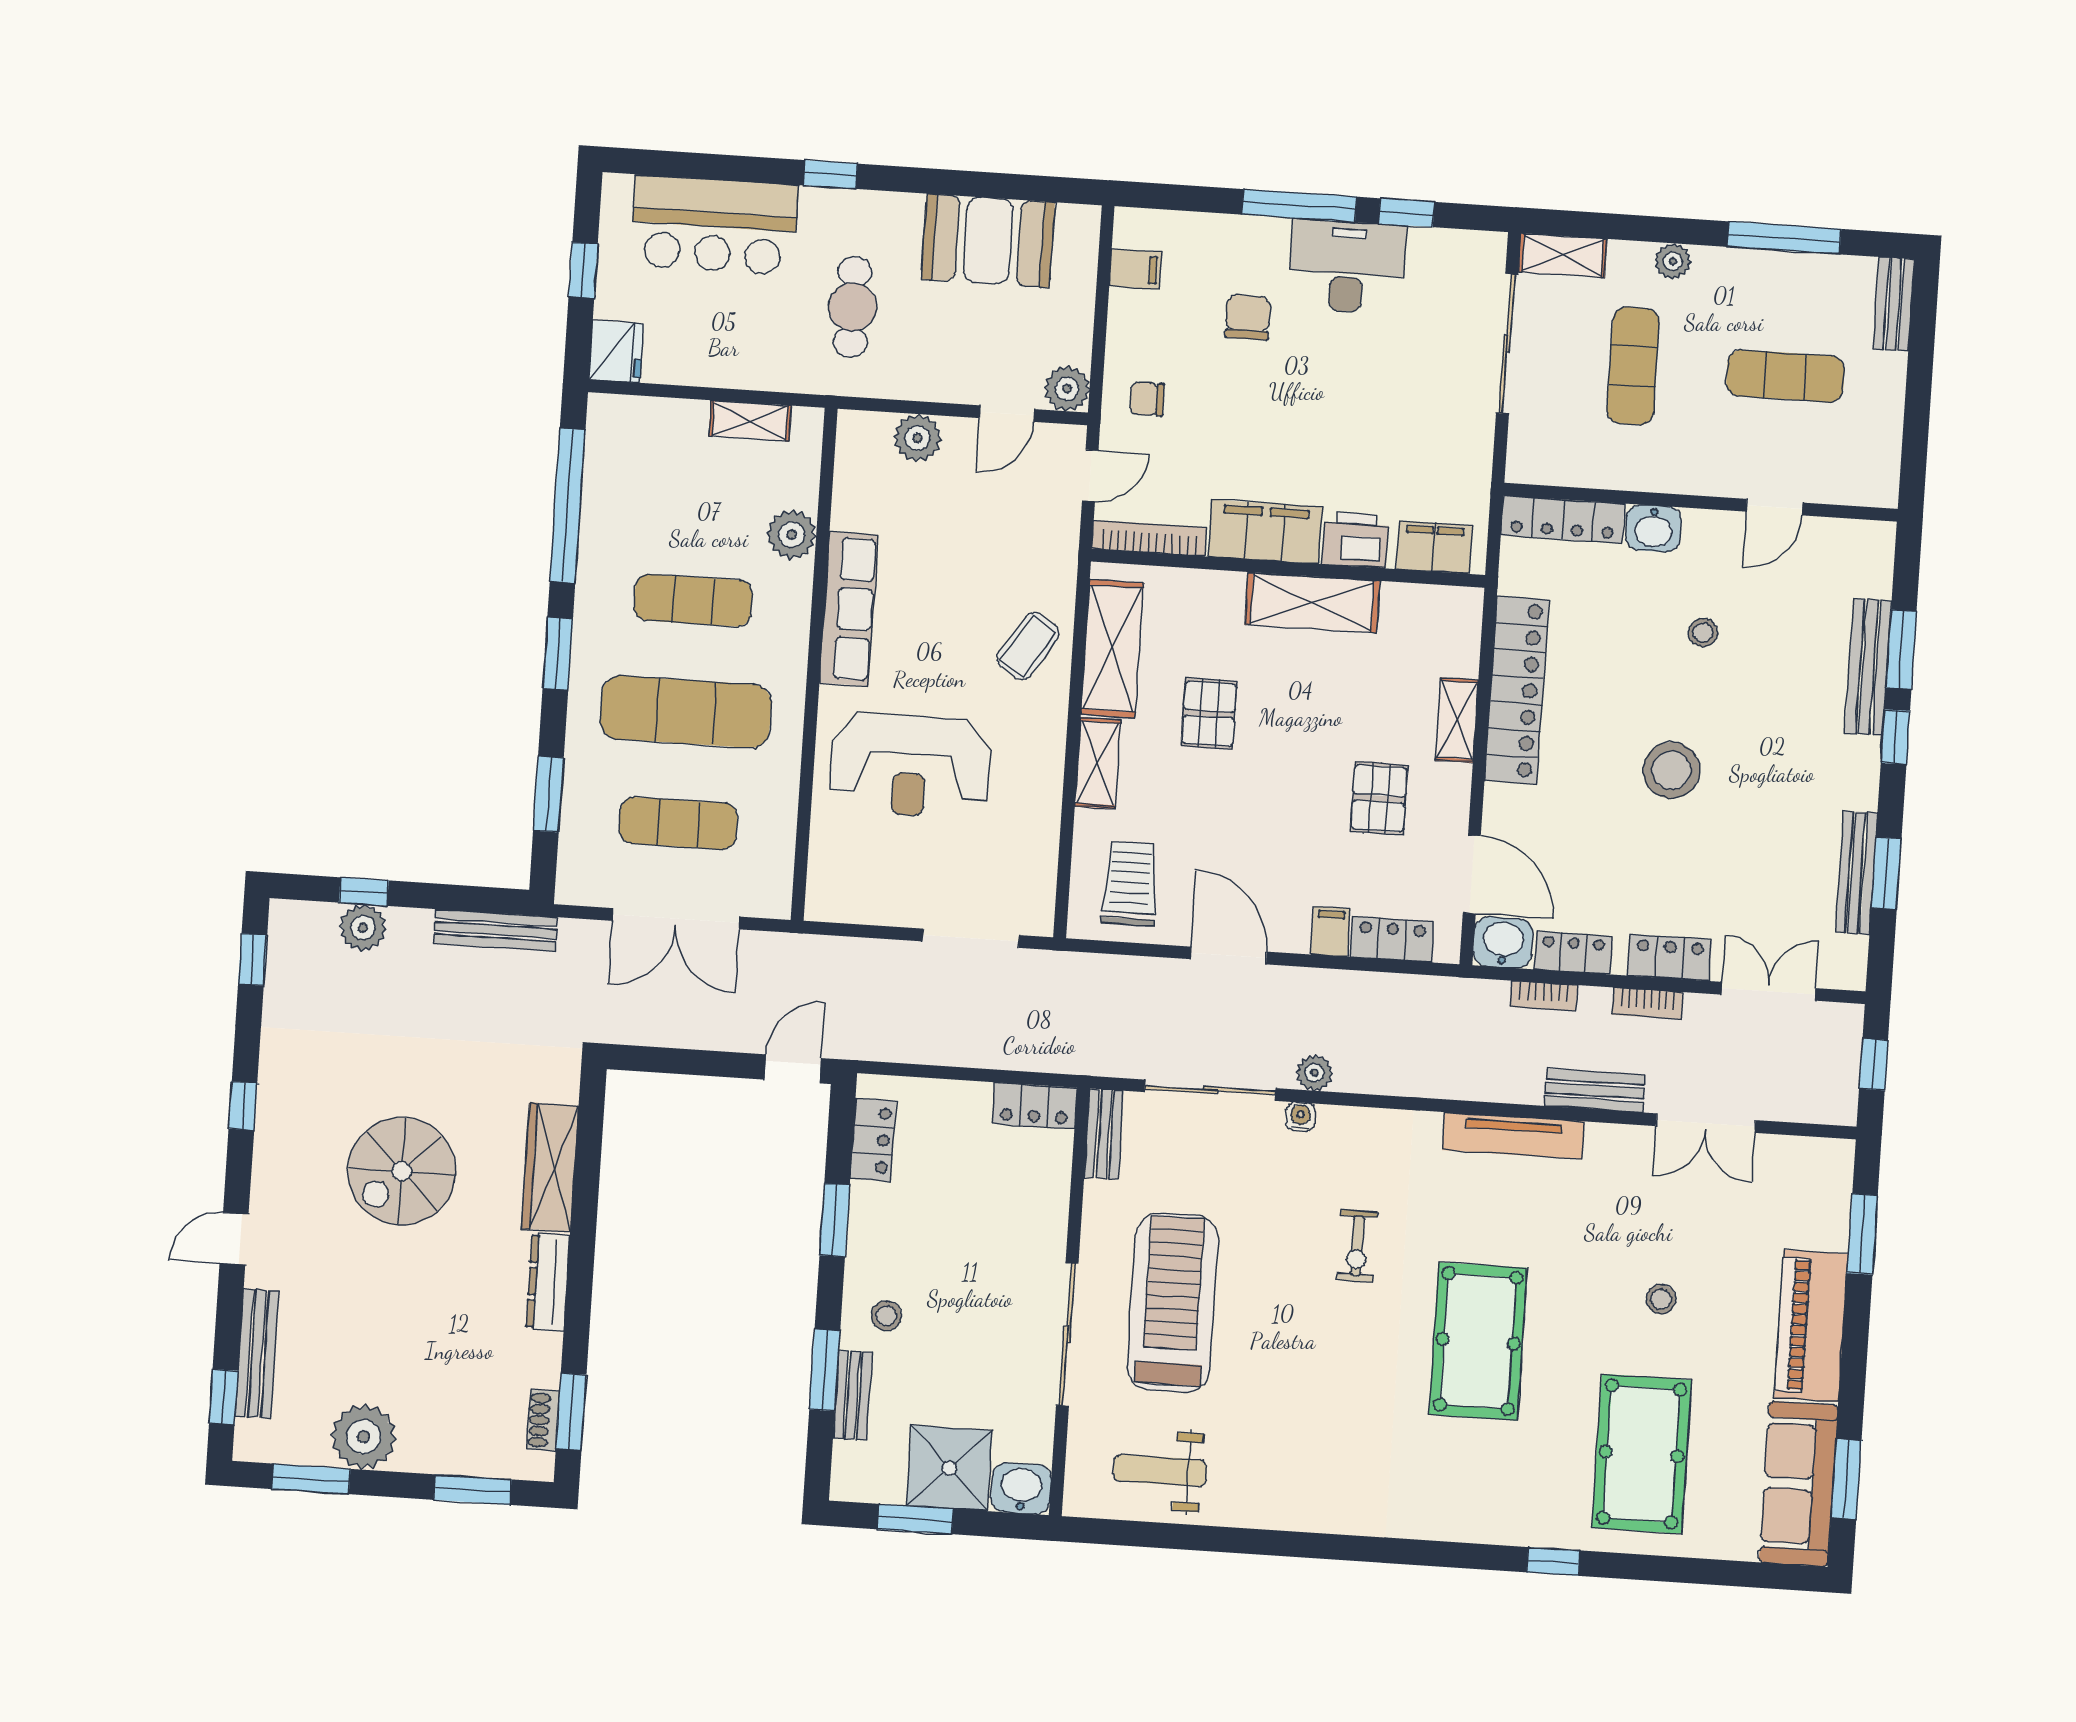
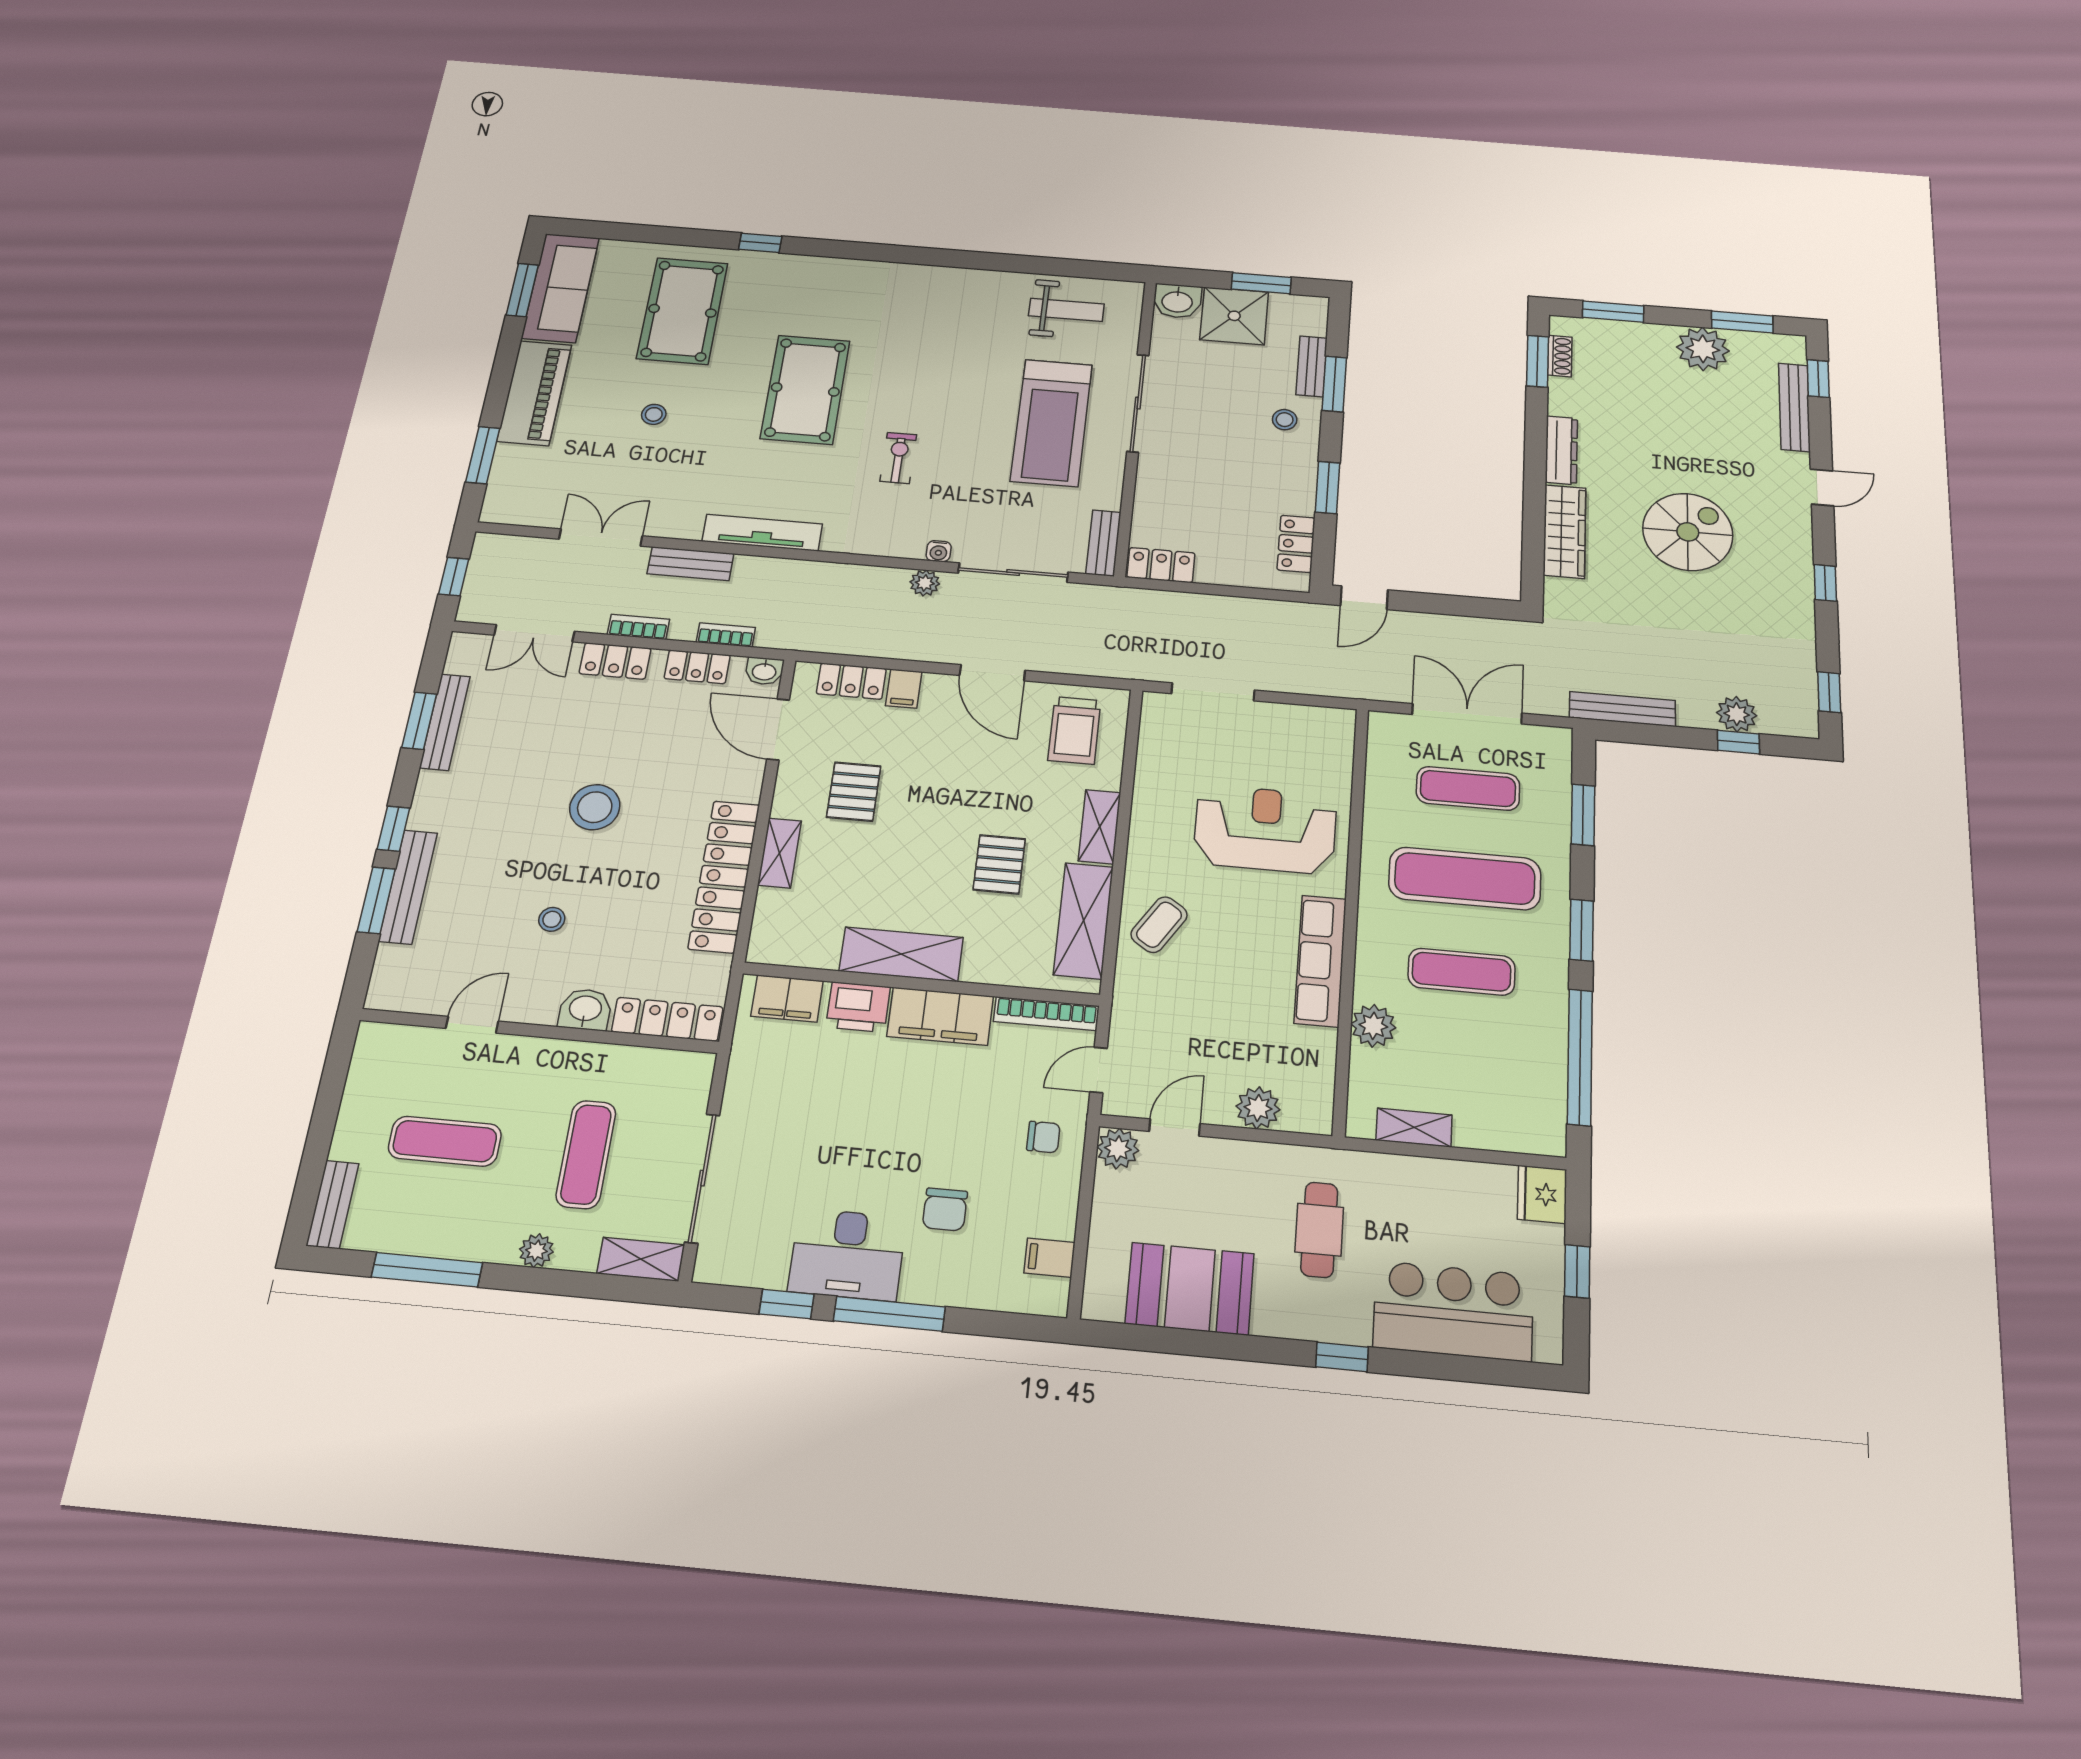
washbasin: (1503, 942) -> (764, 671), width x0.72, depth x0.69

